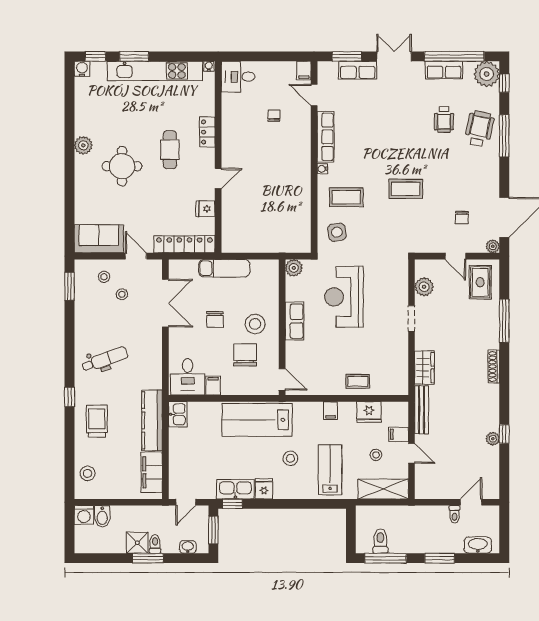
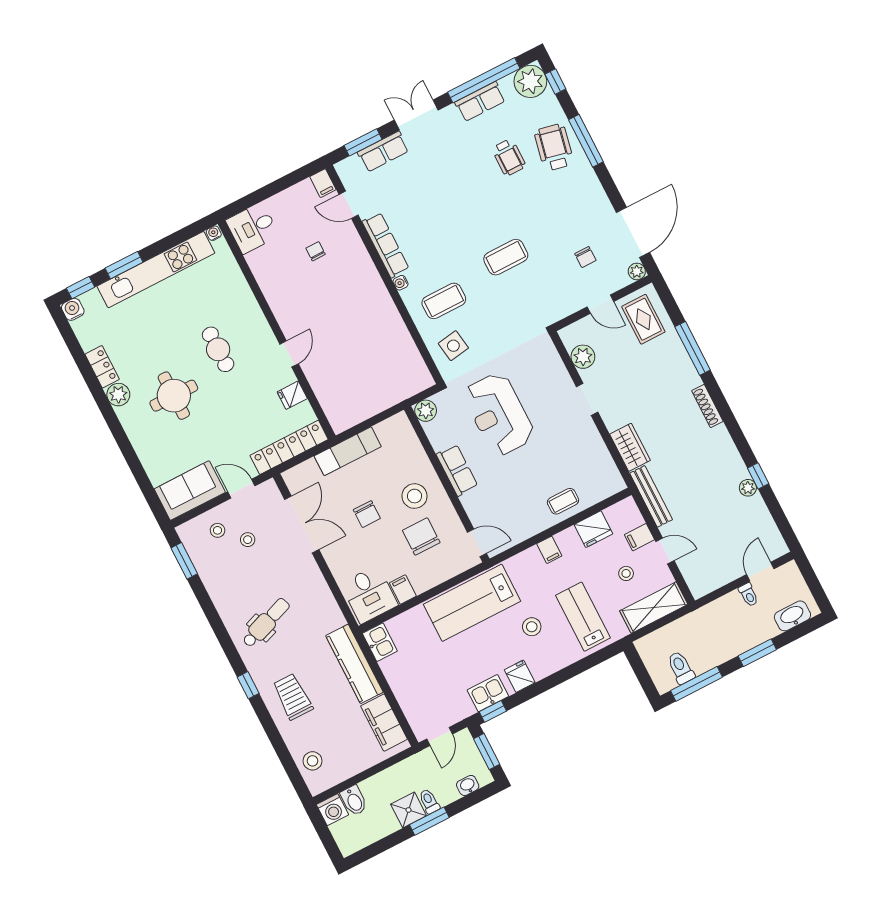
locker: (207, 132) -> (102, 367), moved, turned 180
kitchen sink: (235, 489) -> (488, 693), width x0.73

